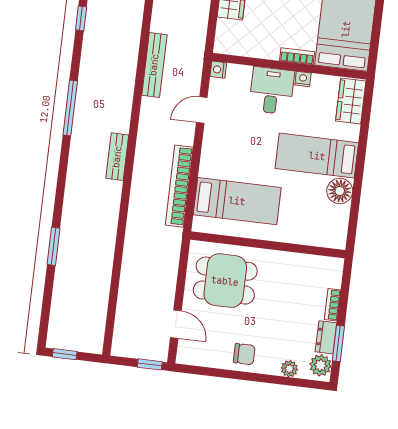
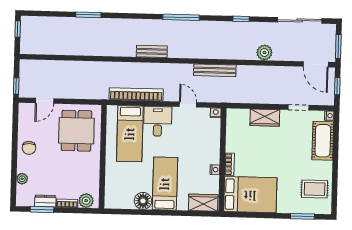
desk: (272, 91) -> (158, 121), moved, turned -90
plant: (321, 365) -> (86, 201), moved

